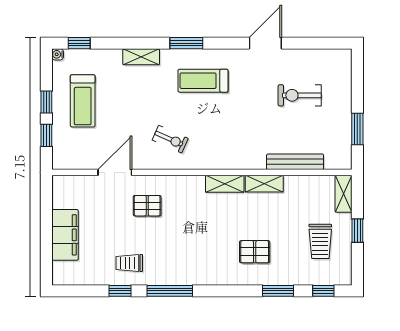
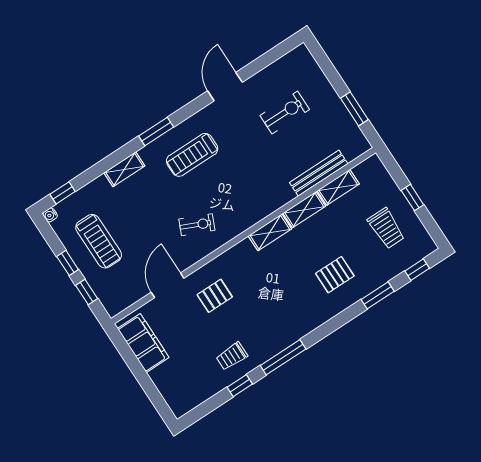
exercise bike: (300, 95) -> (285, 112), turned 180
shelving: (344, 194) -> (338, 187), moved, turned 90
filing cabinet: (65, 235) -> (143, 343), moved

